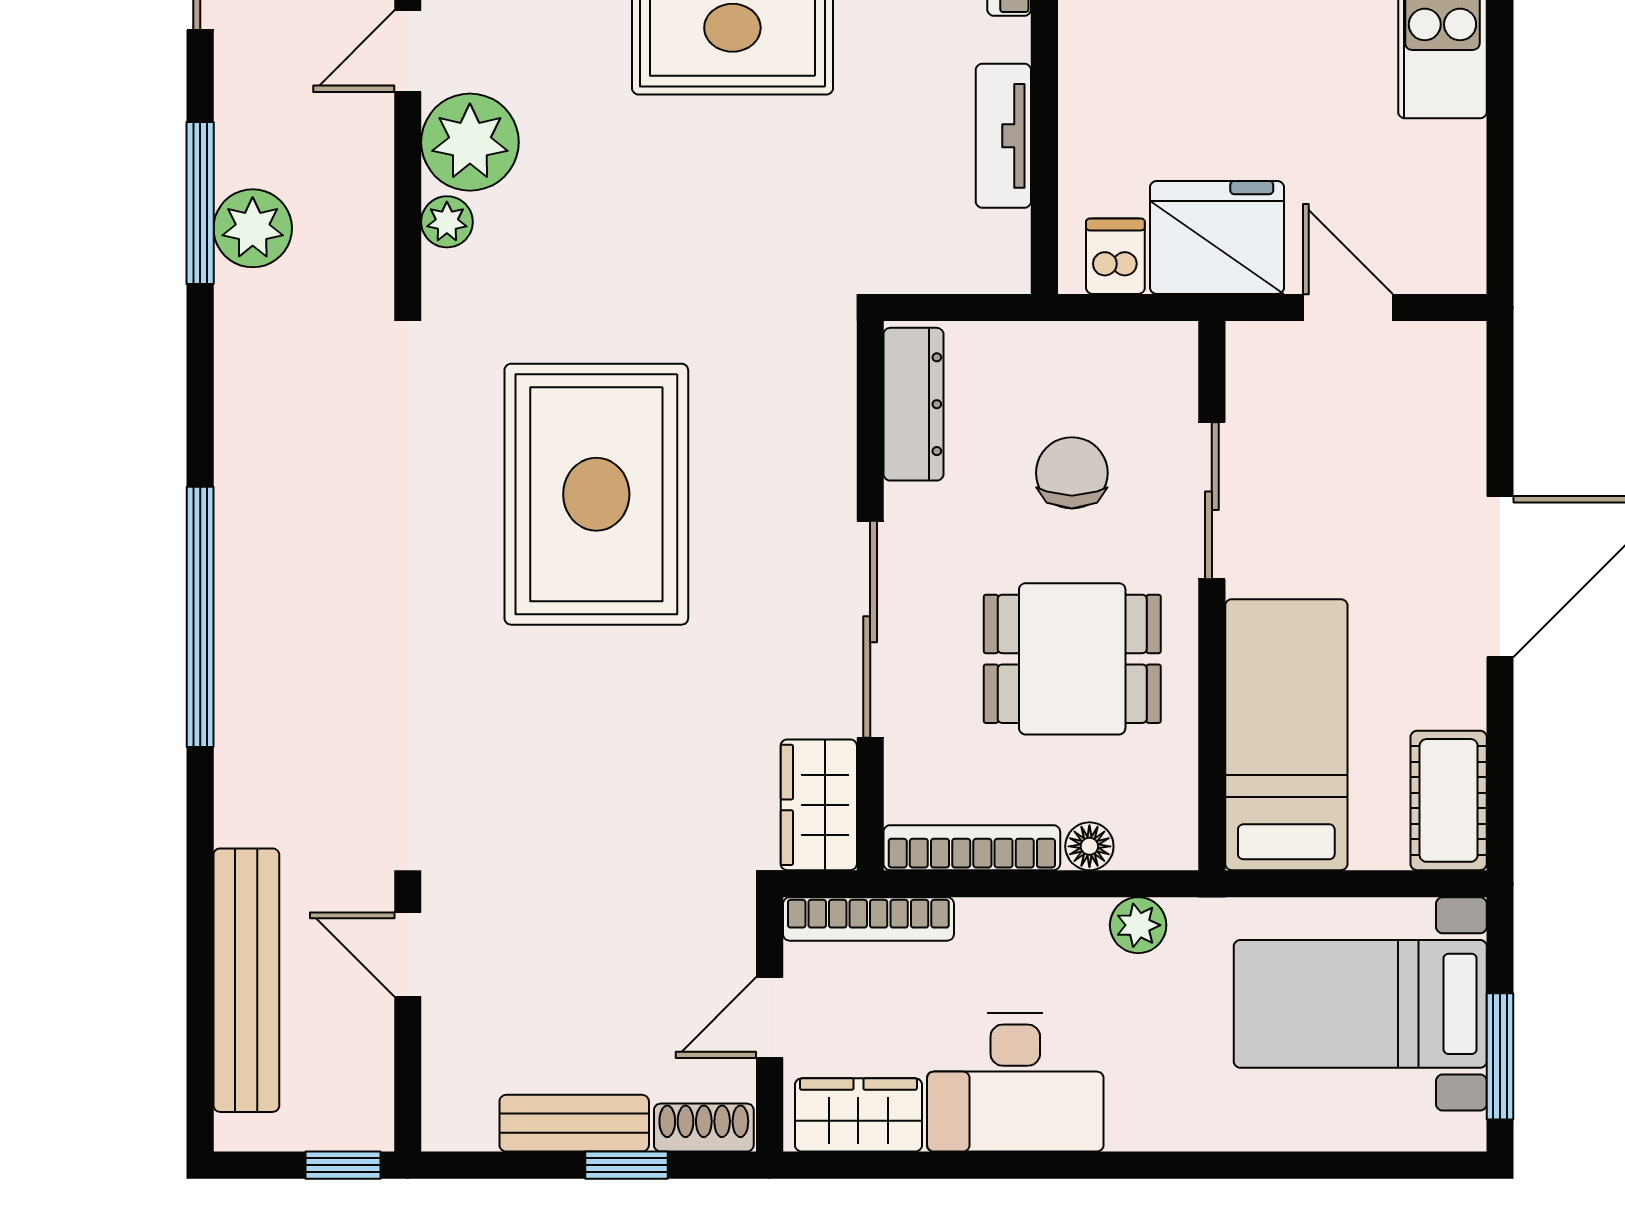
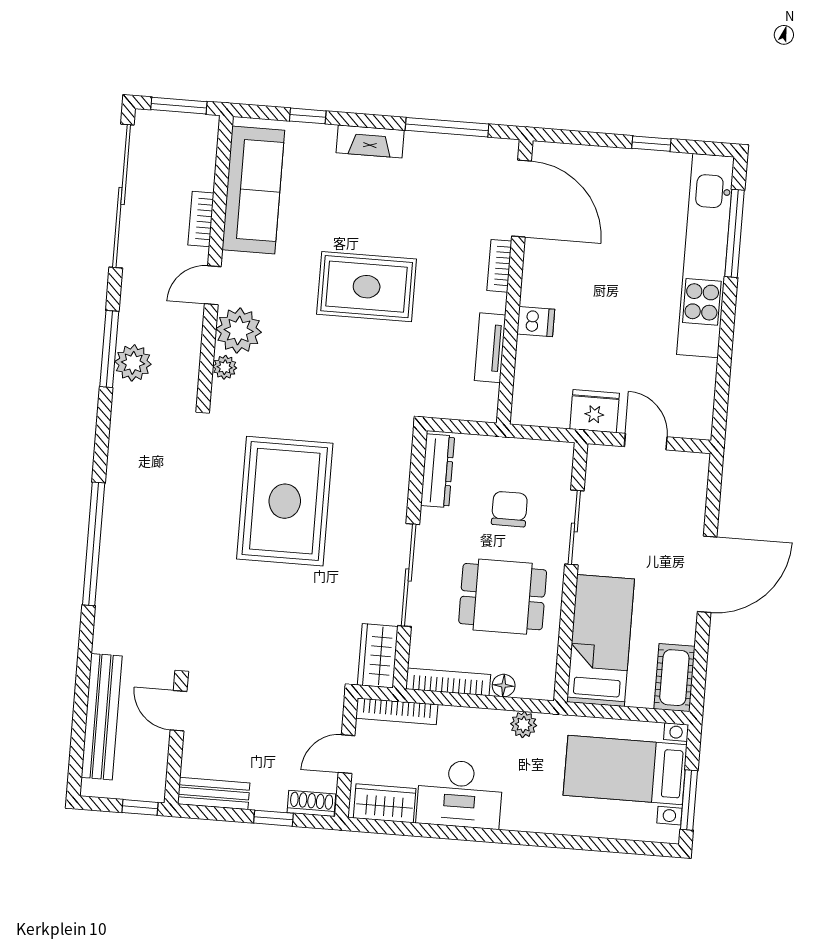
fridge: (1217, 237) -> (595, 411), width x0.73, depth x0.75
dishwasher: (1115, 256) -> (536, 322), moved, turned 90
bench: (574, 1123) -> (214, 793), moved

